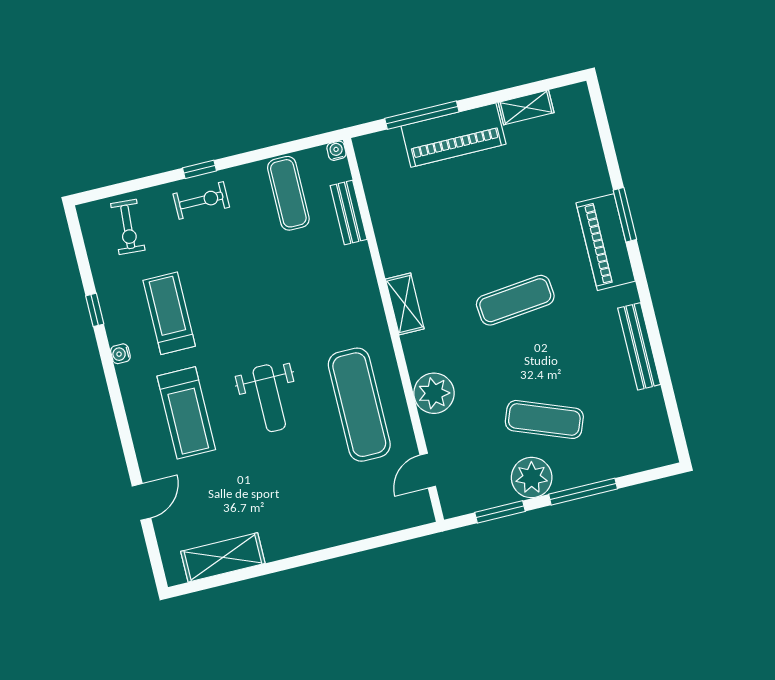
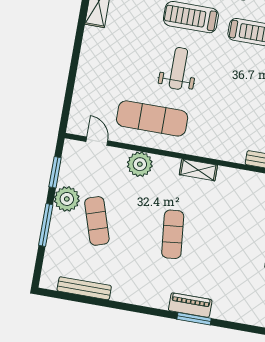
piano: (606, 242) -> (190, 305), width x0.73, depth x0.75
bench: (639, 346) -> (84, 288), moved
weight bench: (269, 398) -> (178, 68), turned 90
exercise mat: (544, 419) -> (97, 221), turned -39

